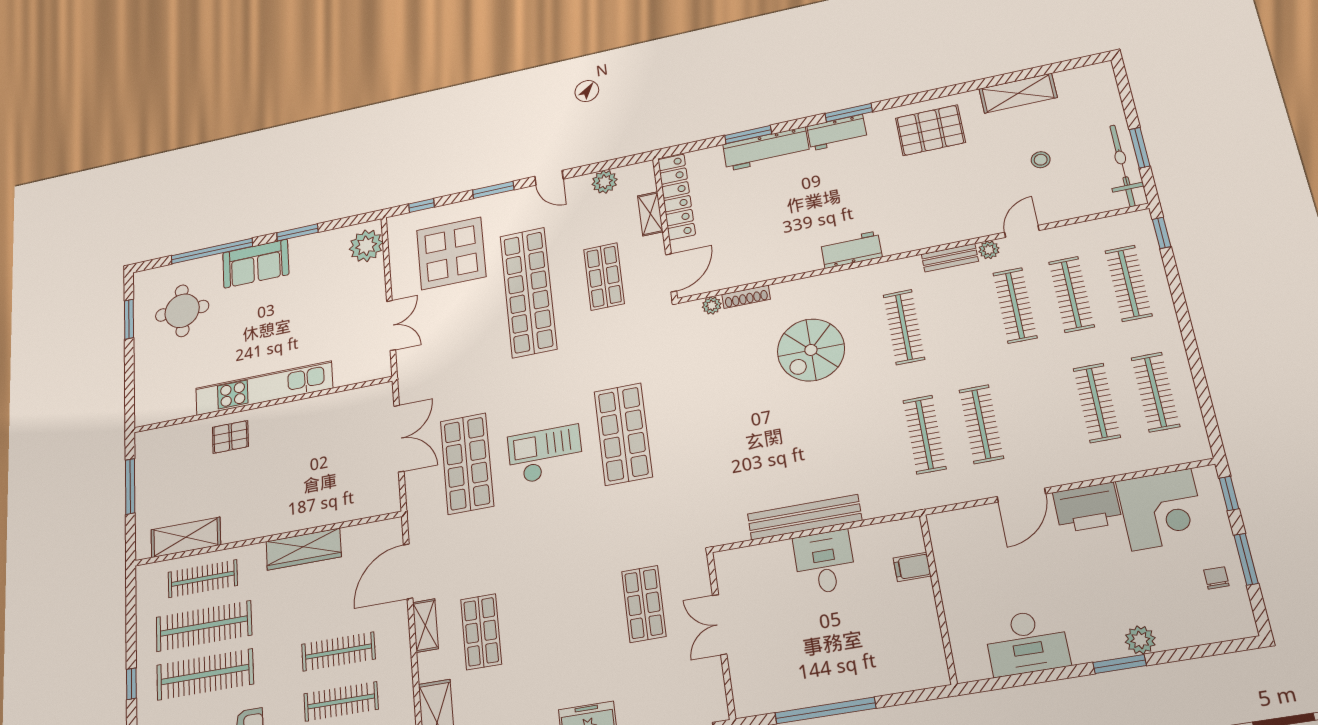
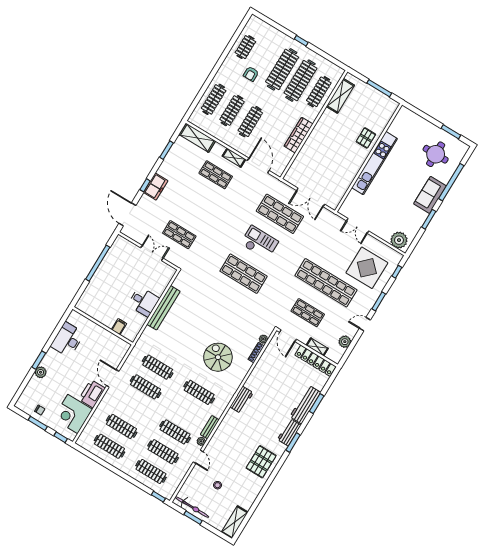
shelving: (1018, 93) -> (235, 522), moved
checkout: (545, 454) -> (259, 242), turned -90

